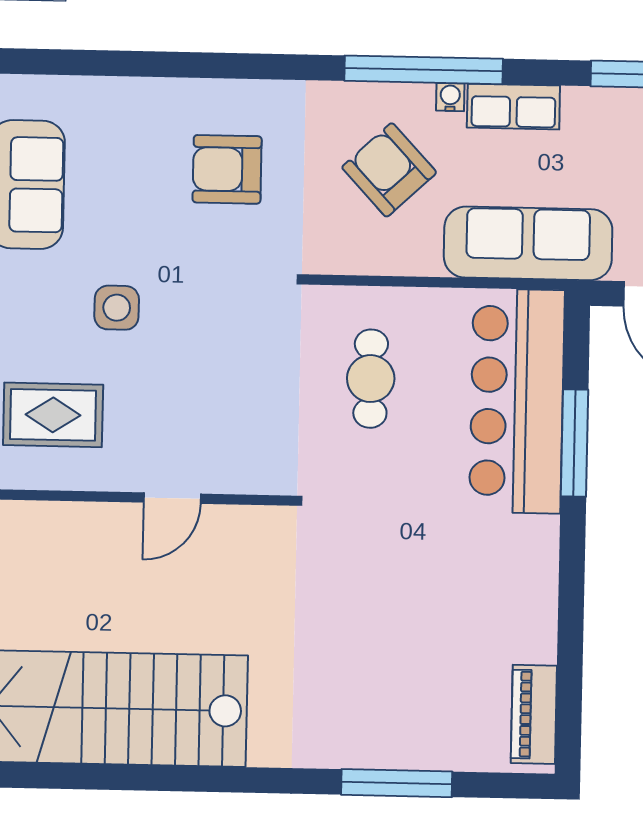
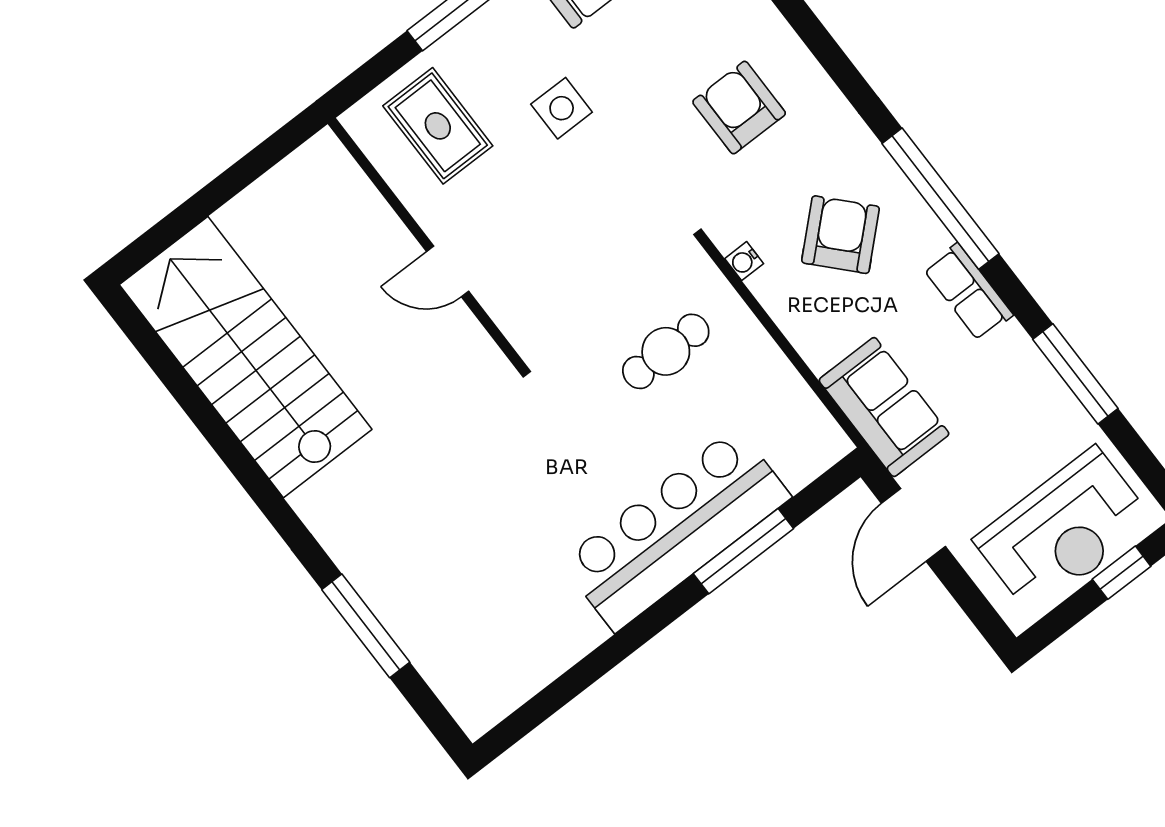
water cooler: (450, 97) -> (744, 261), moved, turned 180
sofa: (528, 243) -> (884, 407), width x0.73
bar counter: (517, 401) -> (676, 529), moved
piano: (534, 714) -> (506, 690), removed

